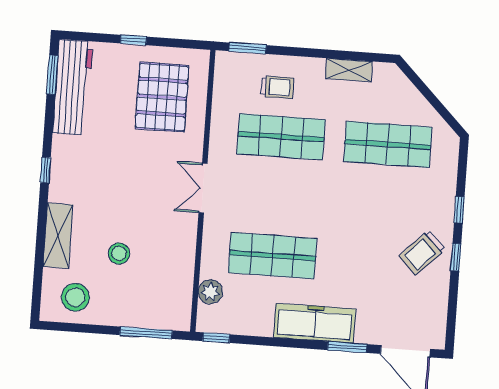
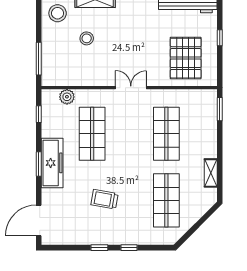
trolley: (277, 87) -> (197, 129), removed
pallet: (162, 97) -> (186, 58), turned 90
trolley: (422, 253) -> (105, 199), moved, turned -35
window: (216, 338) -> (39, 114), moved
window: (347, 347) -> (39, 164), moved

